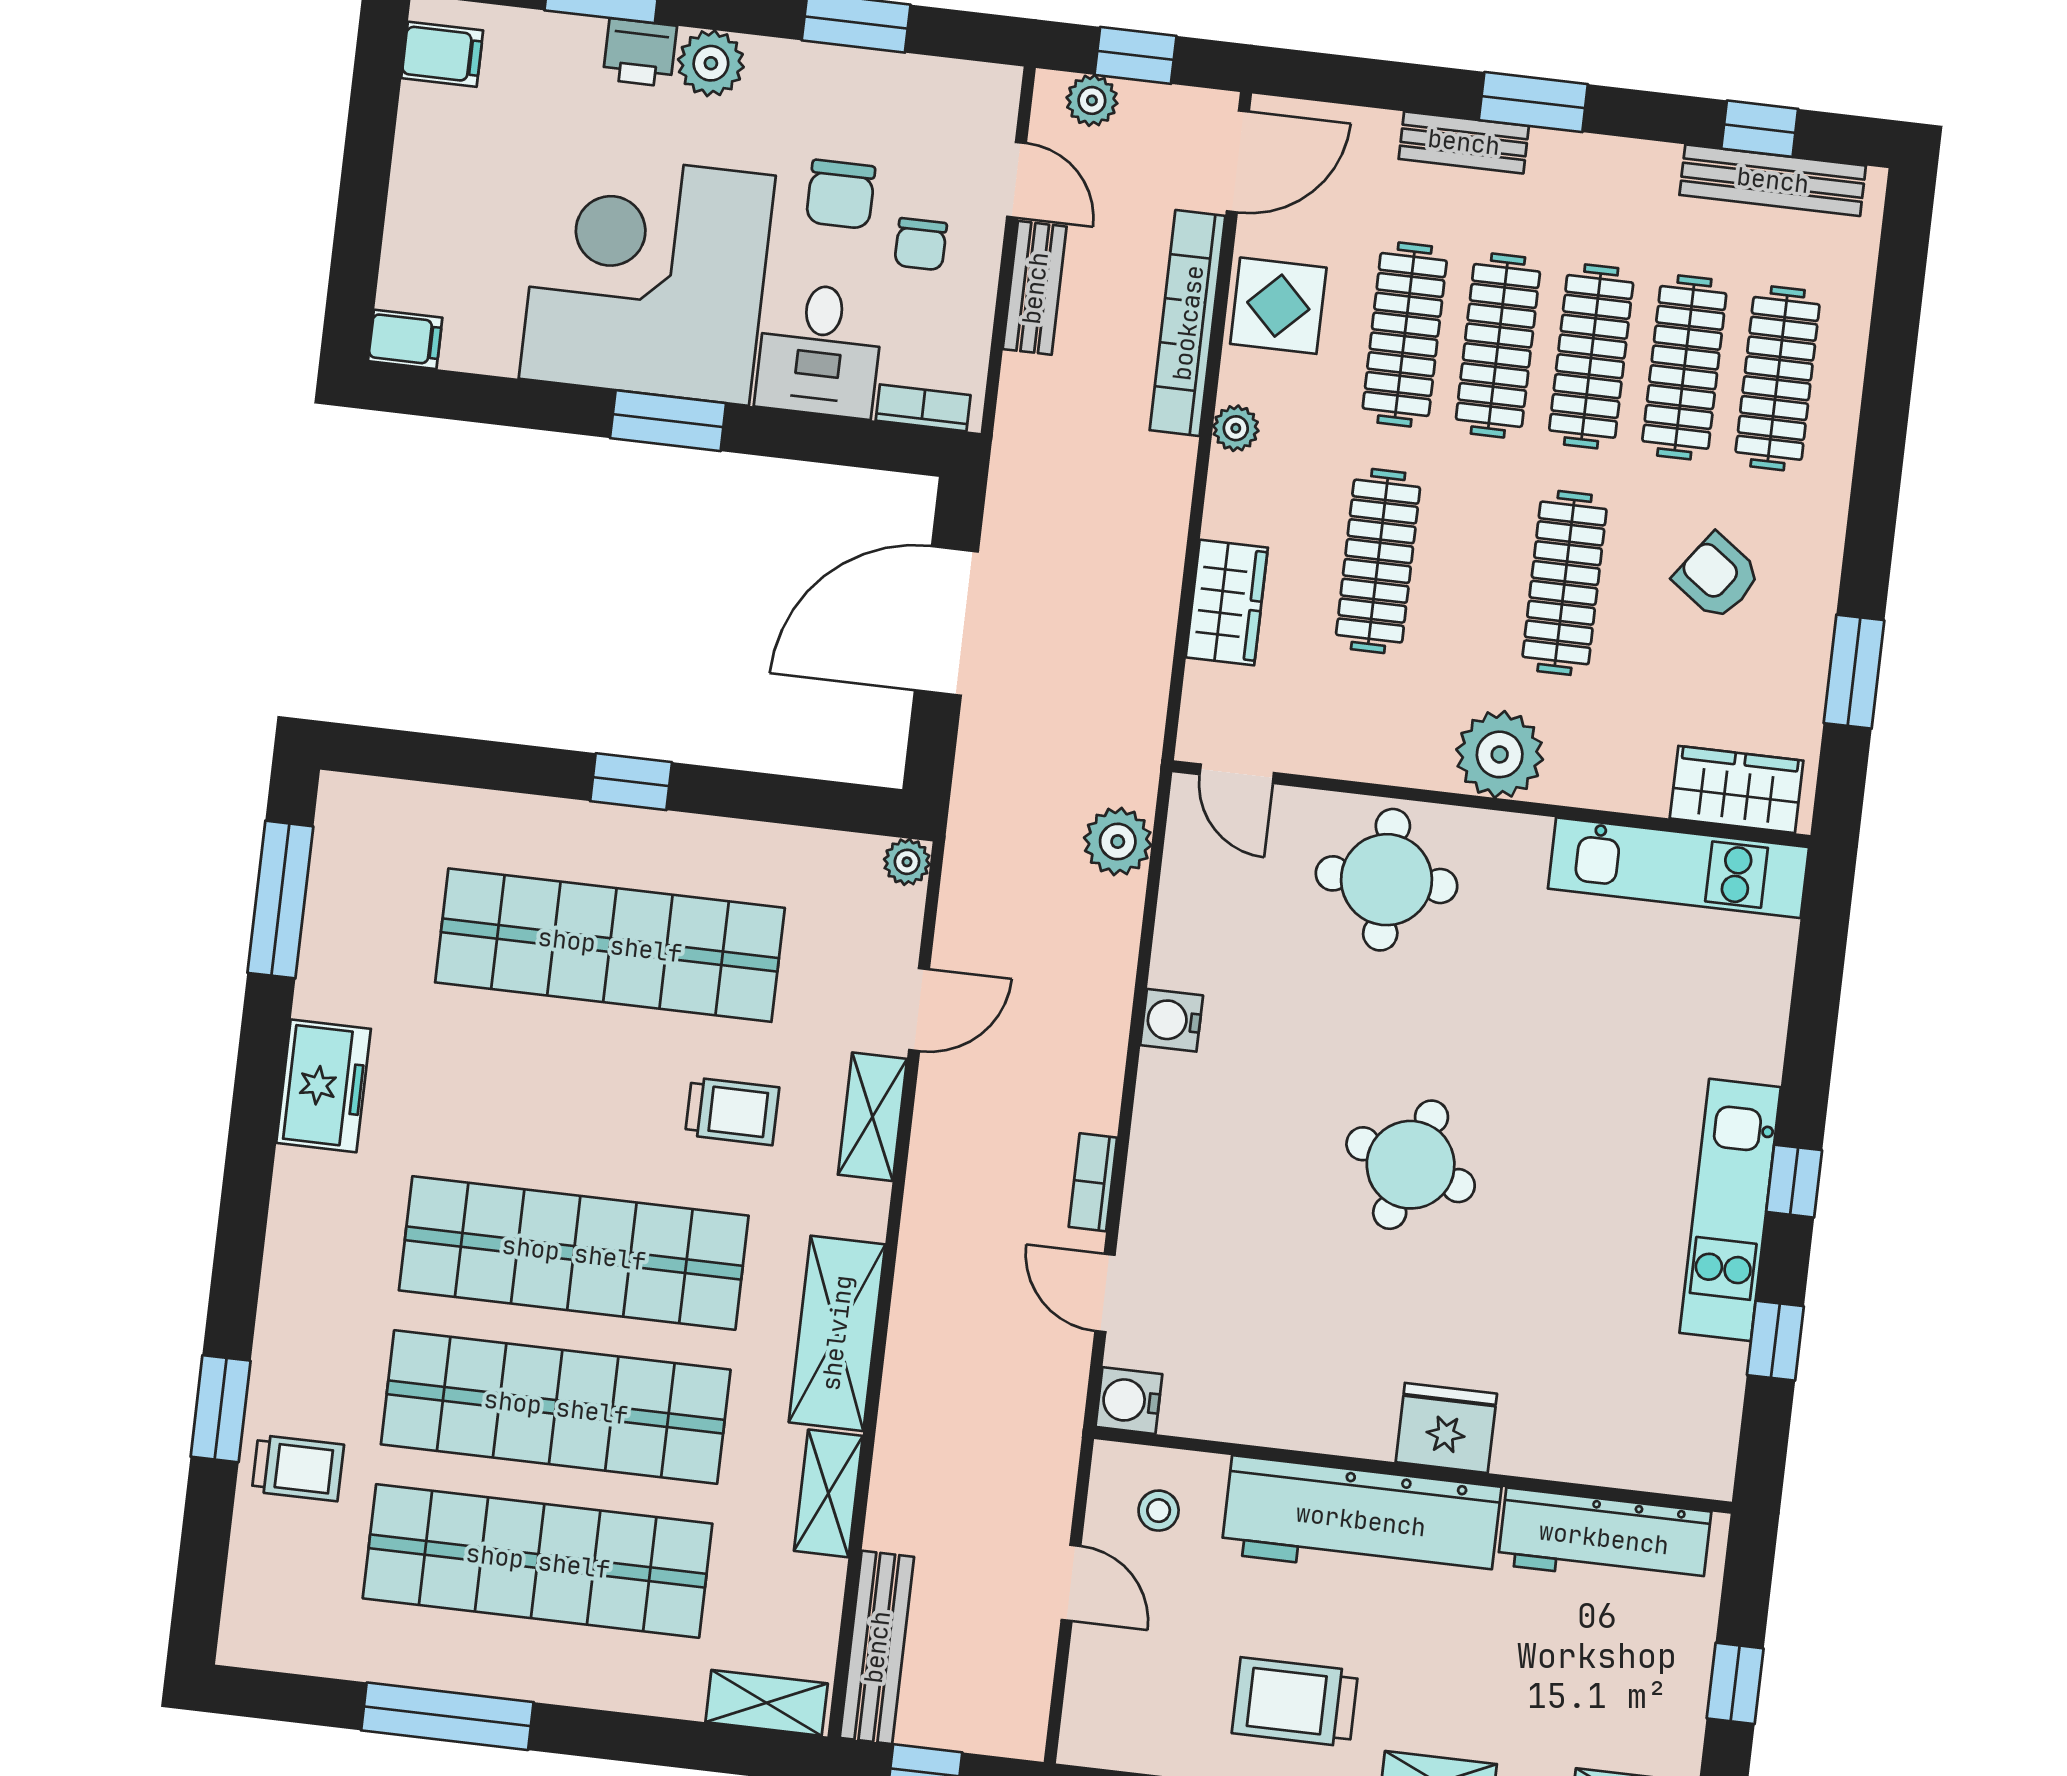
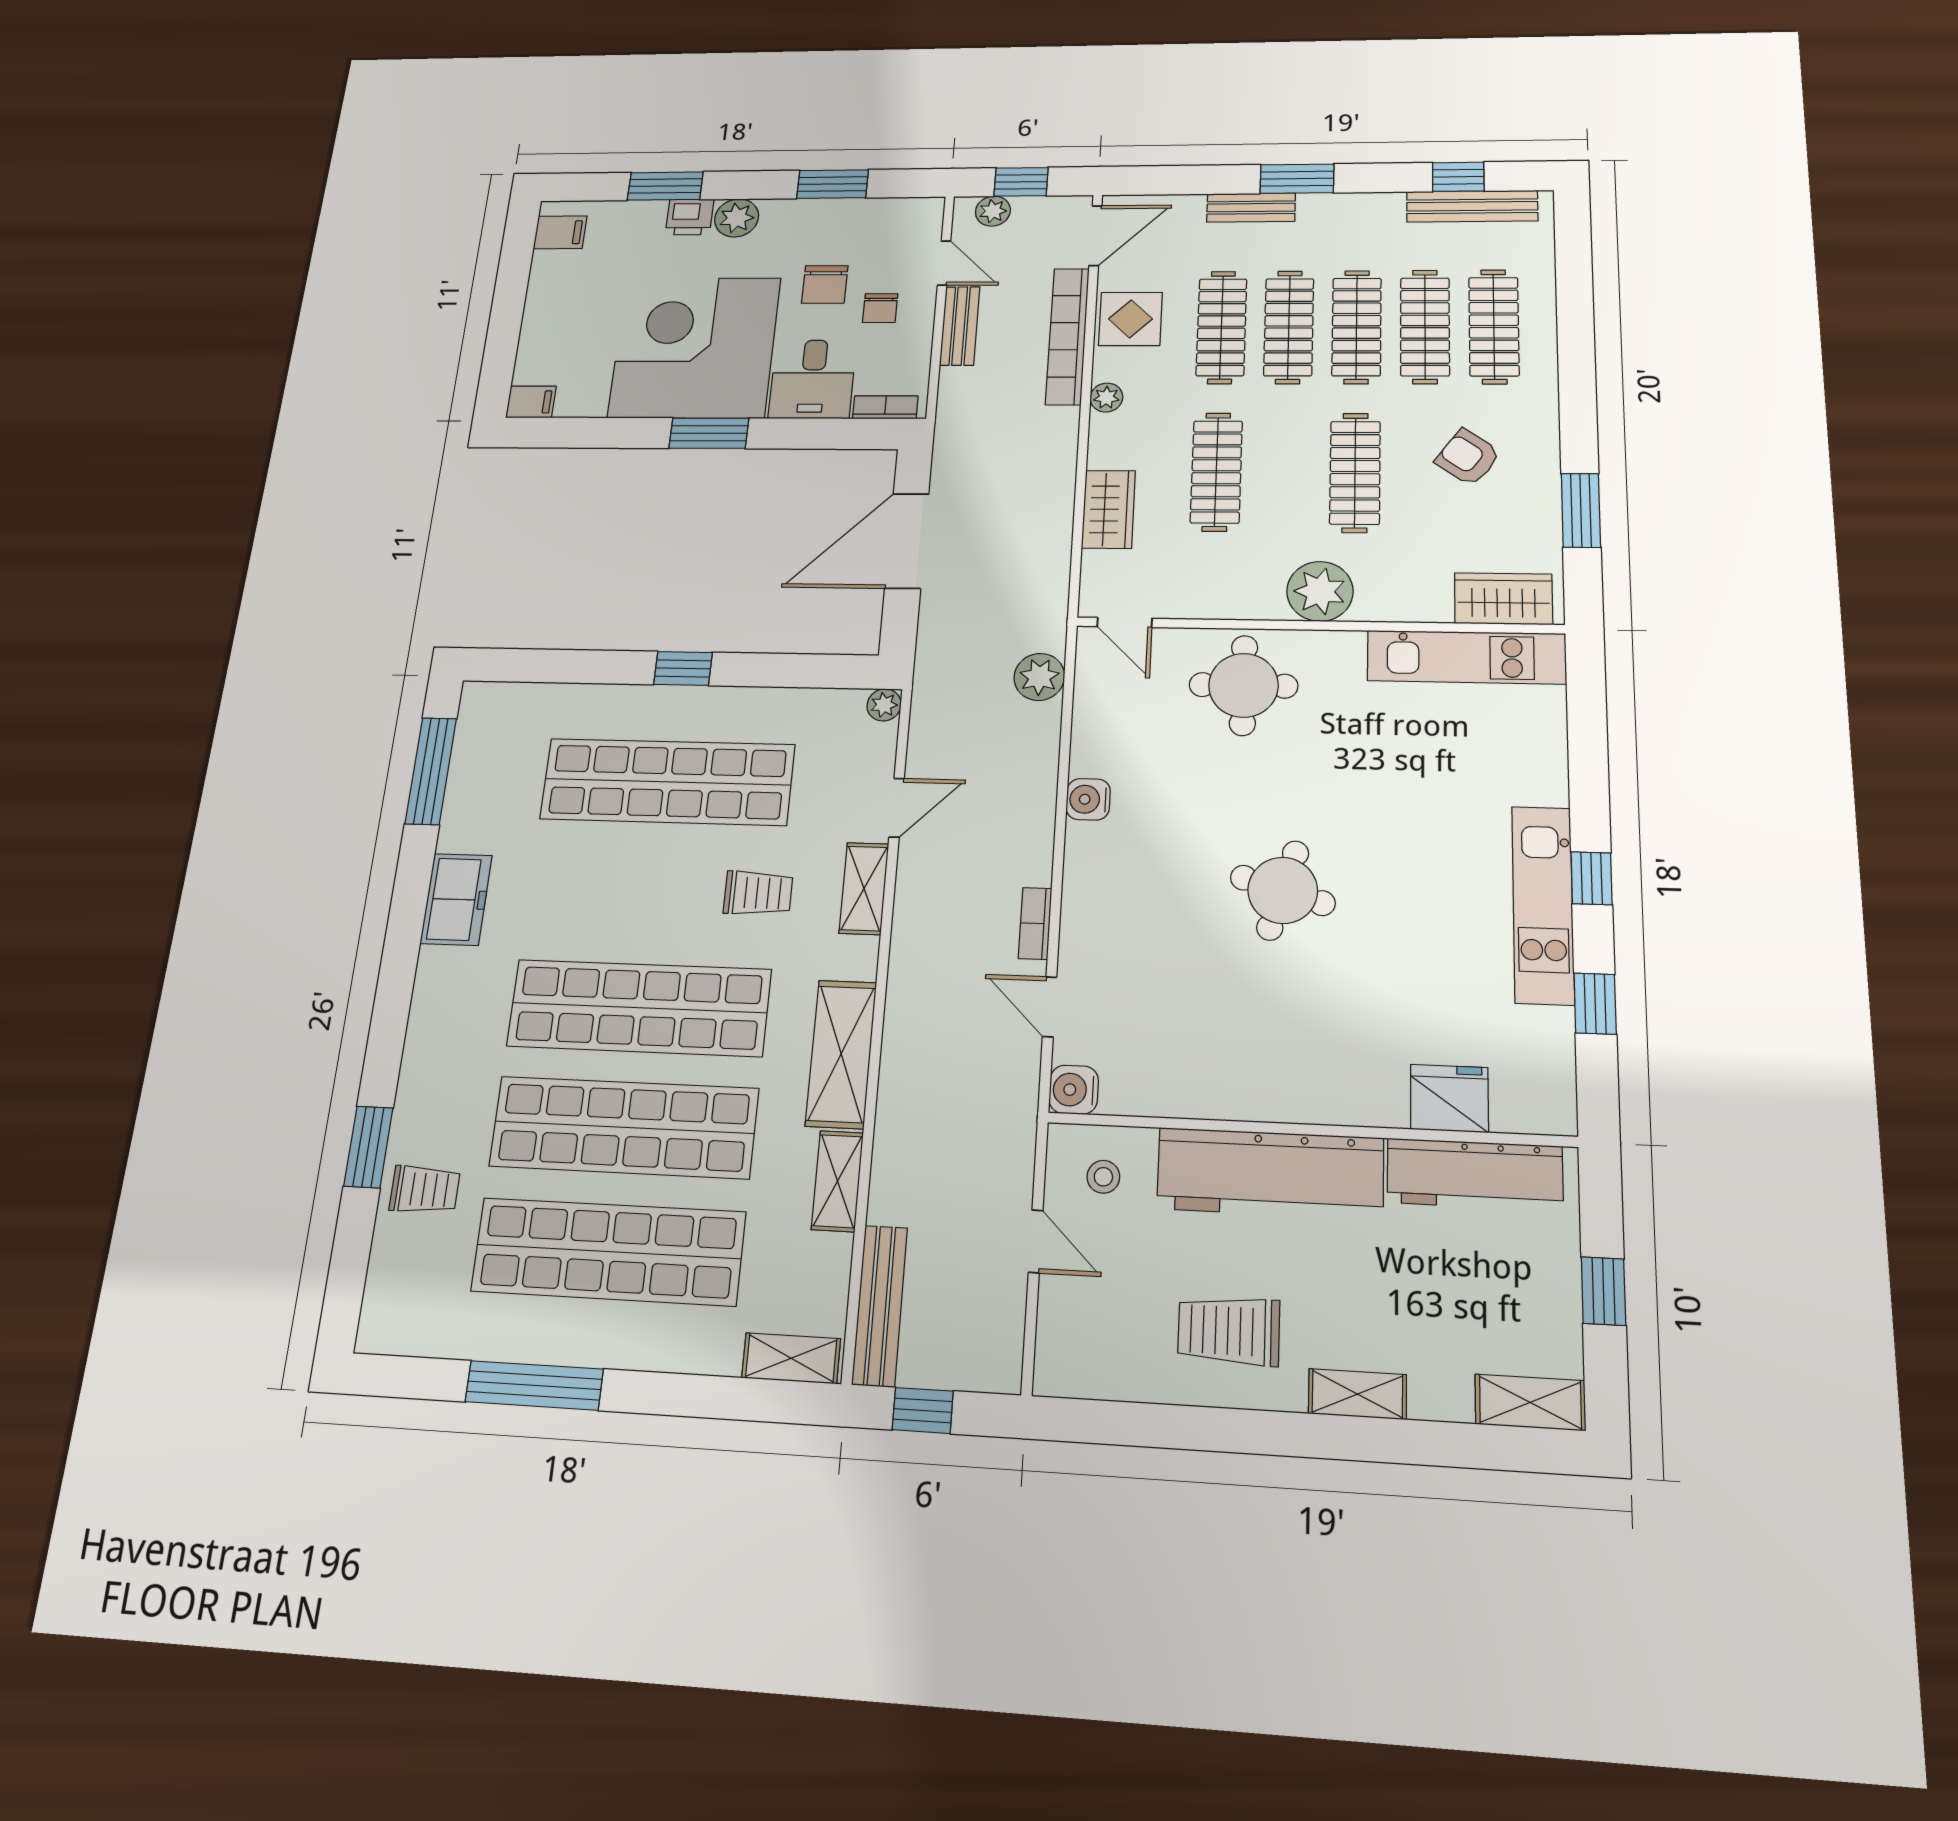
fridge: (1446, 1428) -> (1449, 1098), moved

